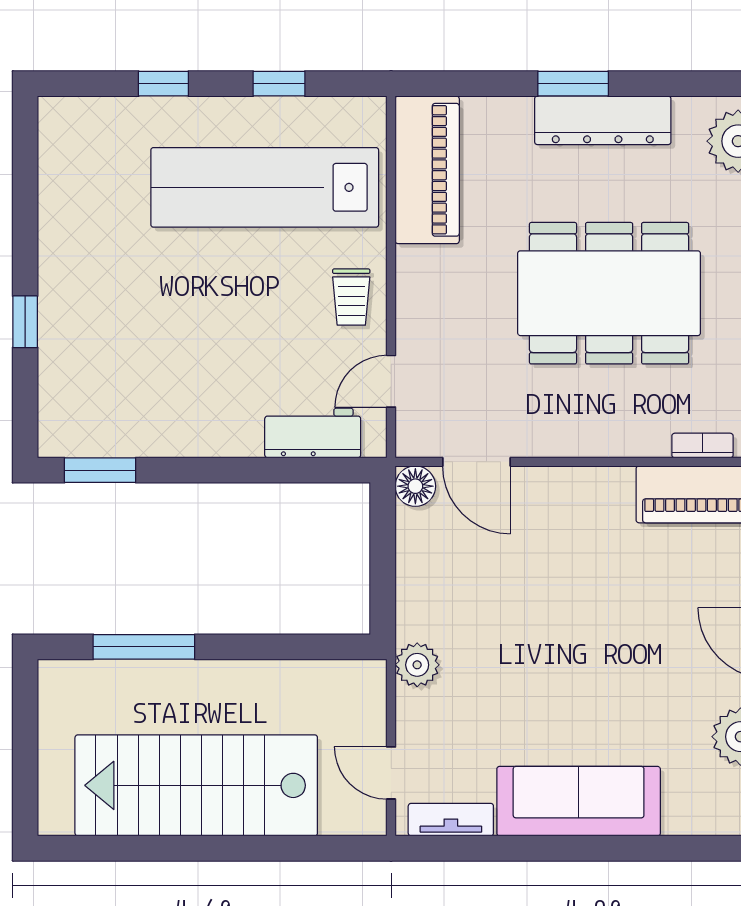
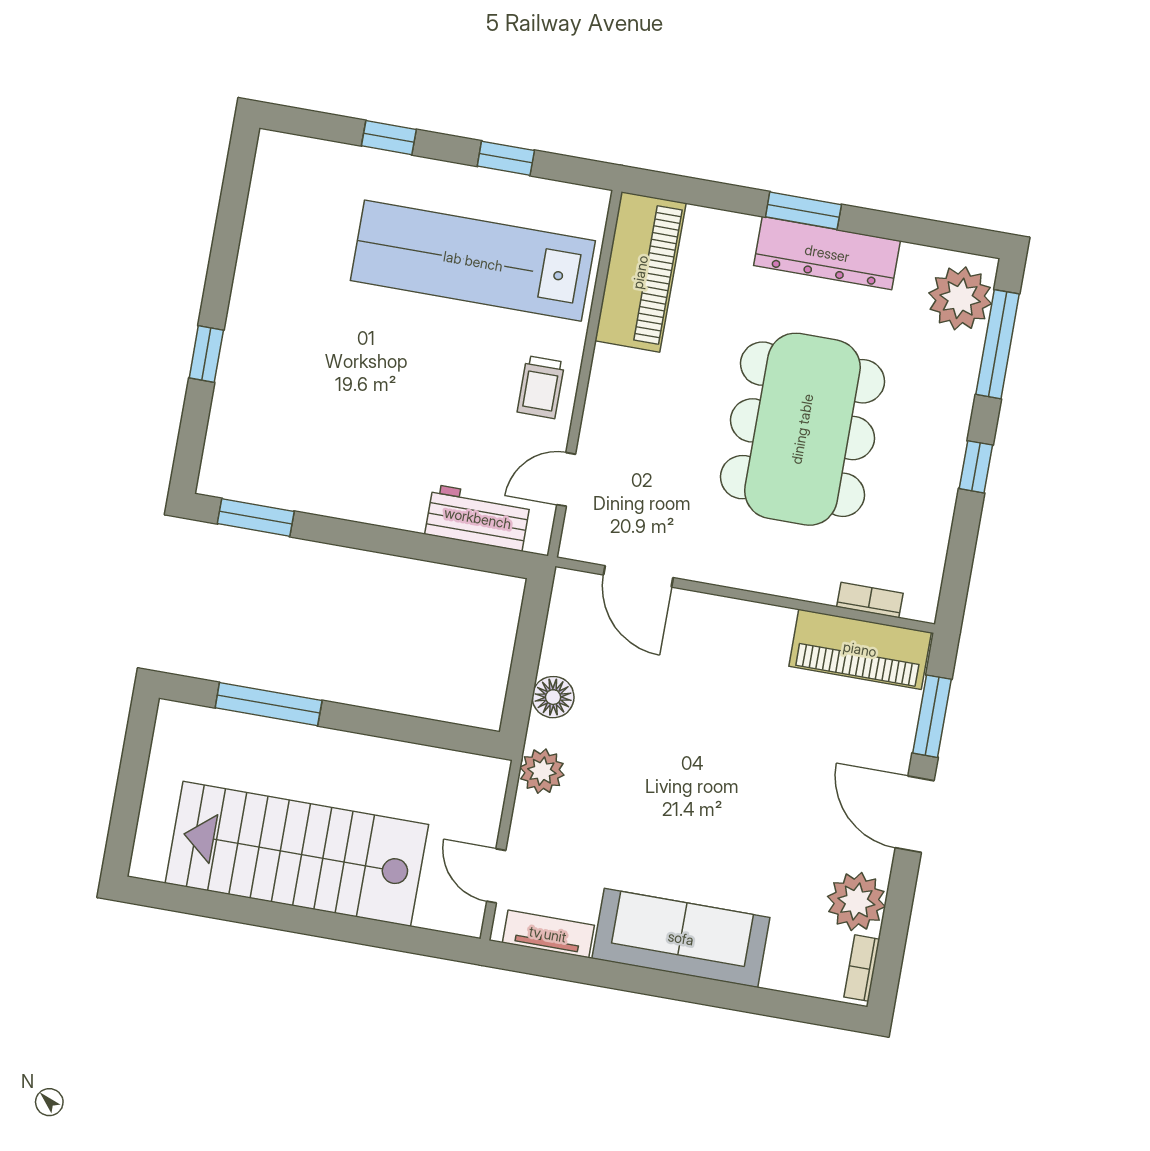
dining table: (609, 293) -> (802, 429), turned 90
floor lamp: (415, 486) -> (553, 697), moved

